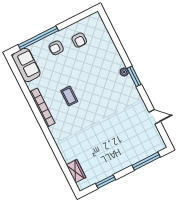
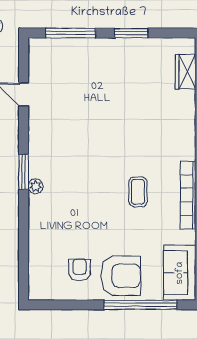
armchair: (56, 48) -> (121, 276), width x1.88, depth x1.88
window: (106, 182) -> (131, 33), moved

